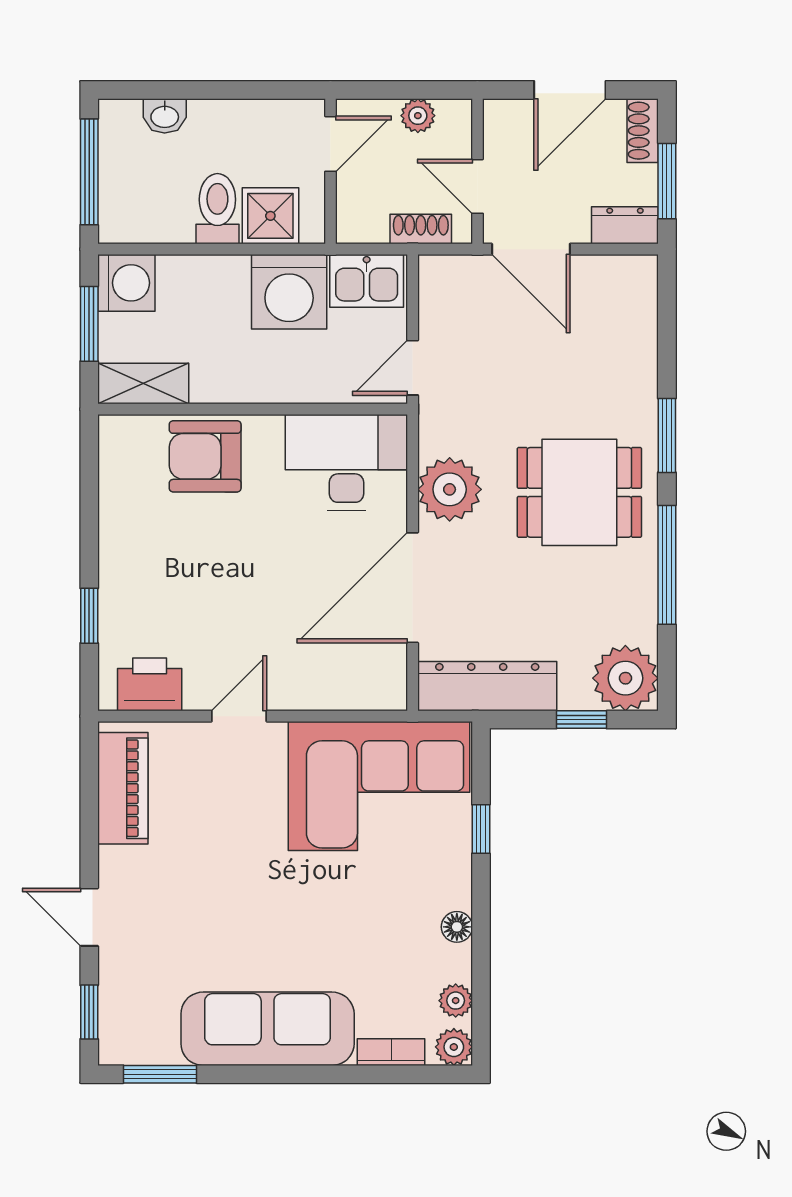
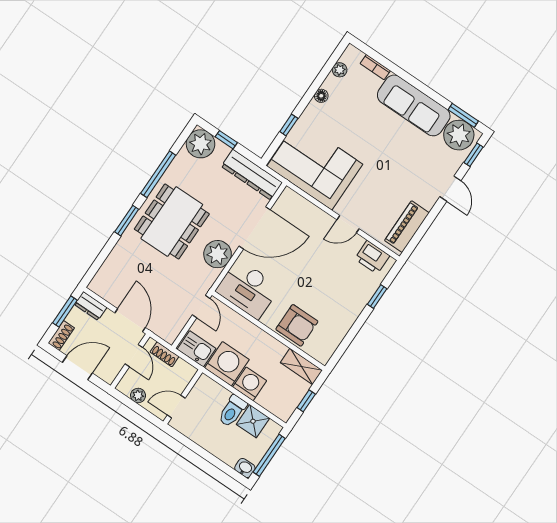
washbasin: (165, 116) -> (245, 468), moved
shower: (270, 216) -> (253, 421), moved
washing machine: (126, 283) -> (250, 384), moved, turned 90
window: (89, 324) -> (306, 401), width x0.67
door: (413, 368) -> (201, 307), hinge flipped
dining table: (579, 492) -> (172, 221), width x1.37
plant: (454, 1047) -> (459, 135), moved, width x1.87, depth x1.87

